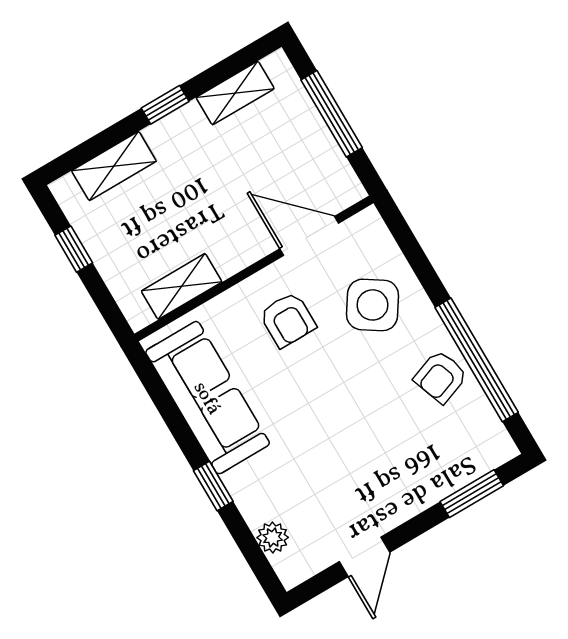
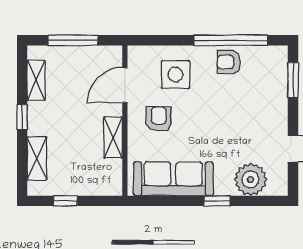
shelving: (182, 286) -> (113, 137), moved
side table: (373, 305) -> (175, 74), turned -33
armchair: (288, 320) -> (159, 119), turned -90
armchair: (441, 377) -> (229, 62), turned 110
plant: (273, 537) -> (250, 180), width x1.88, depth x1.88

